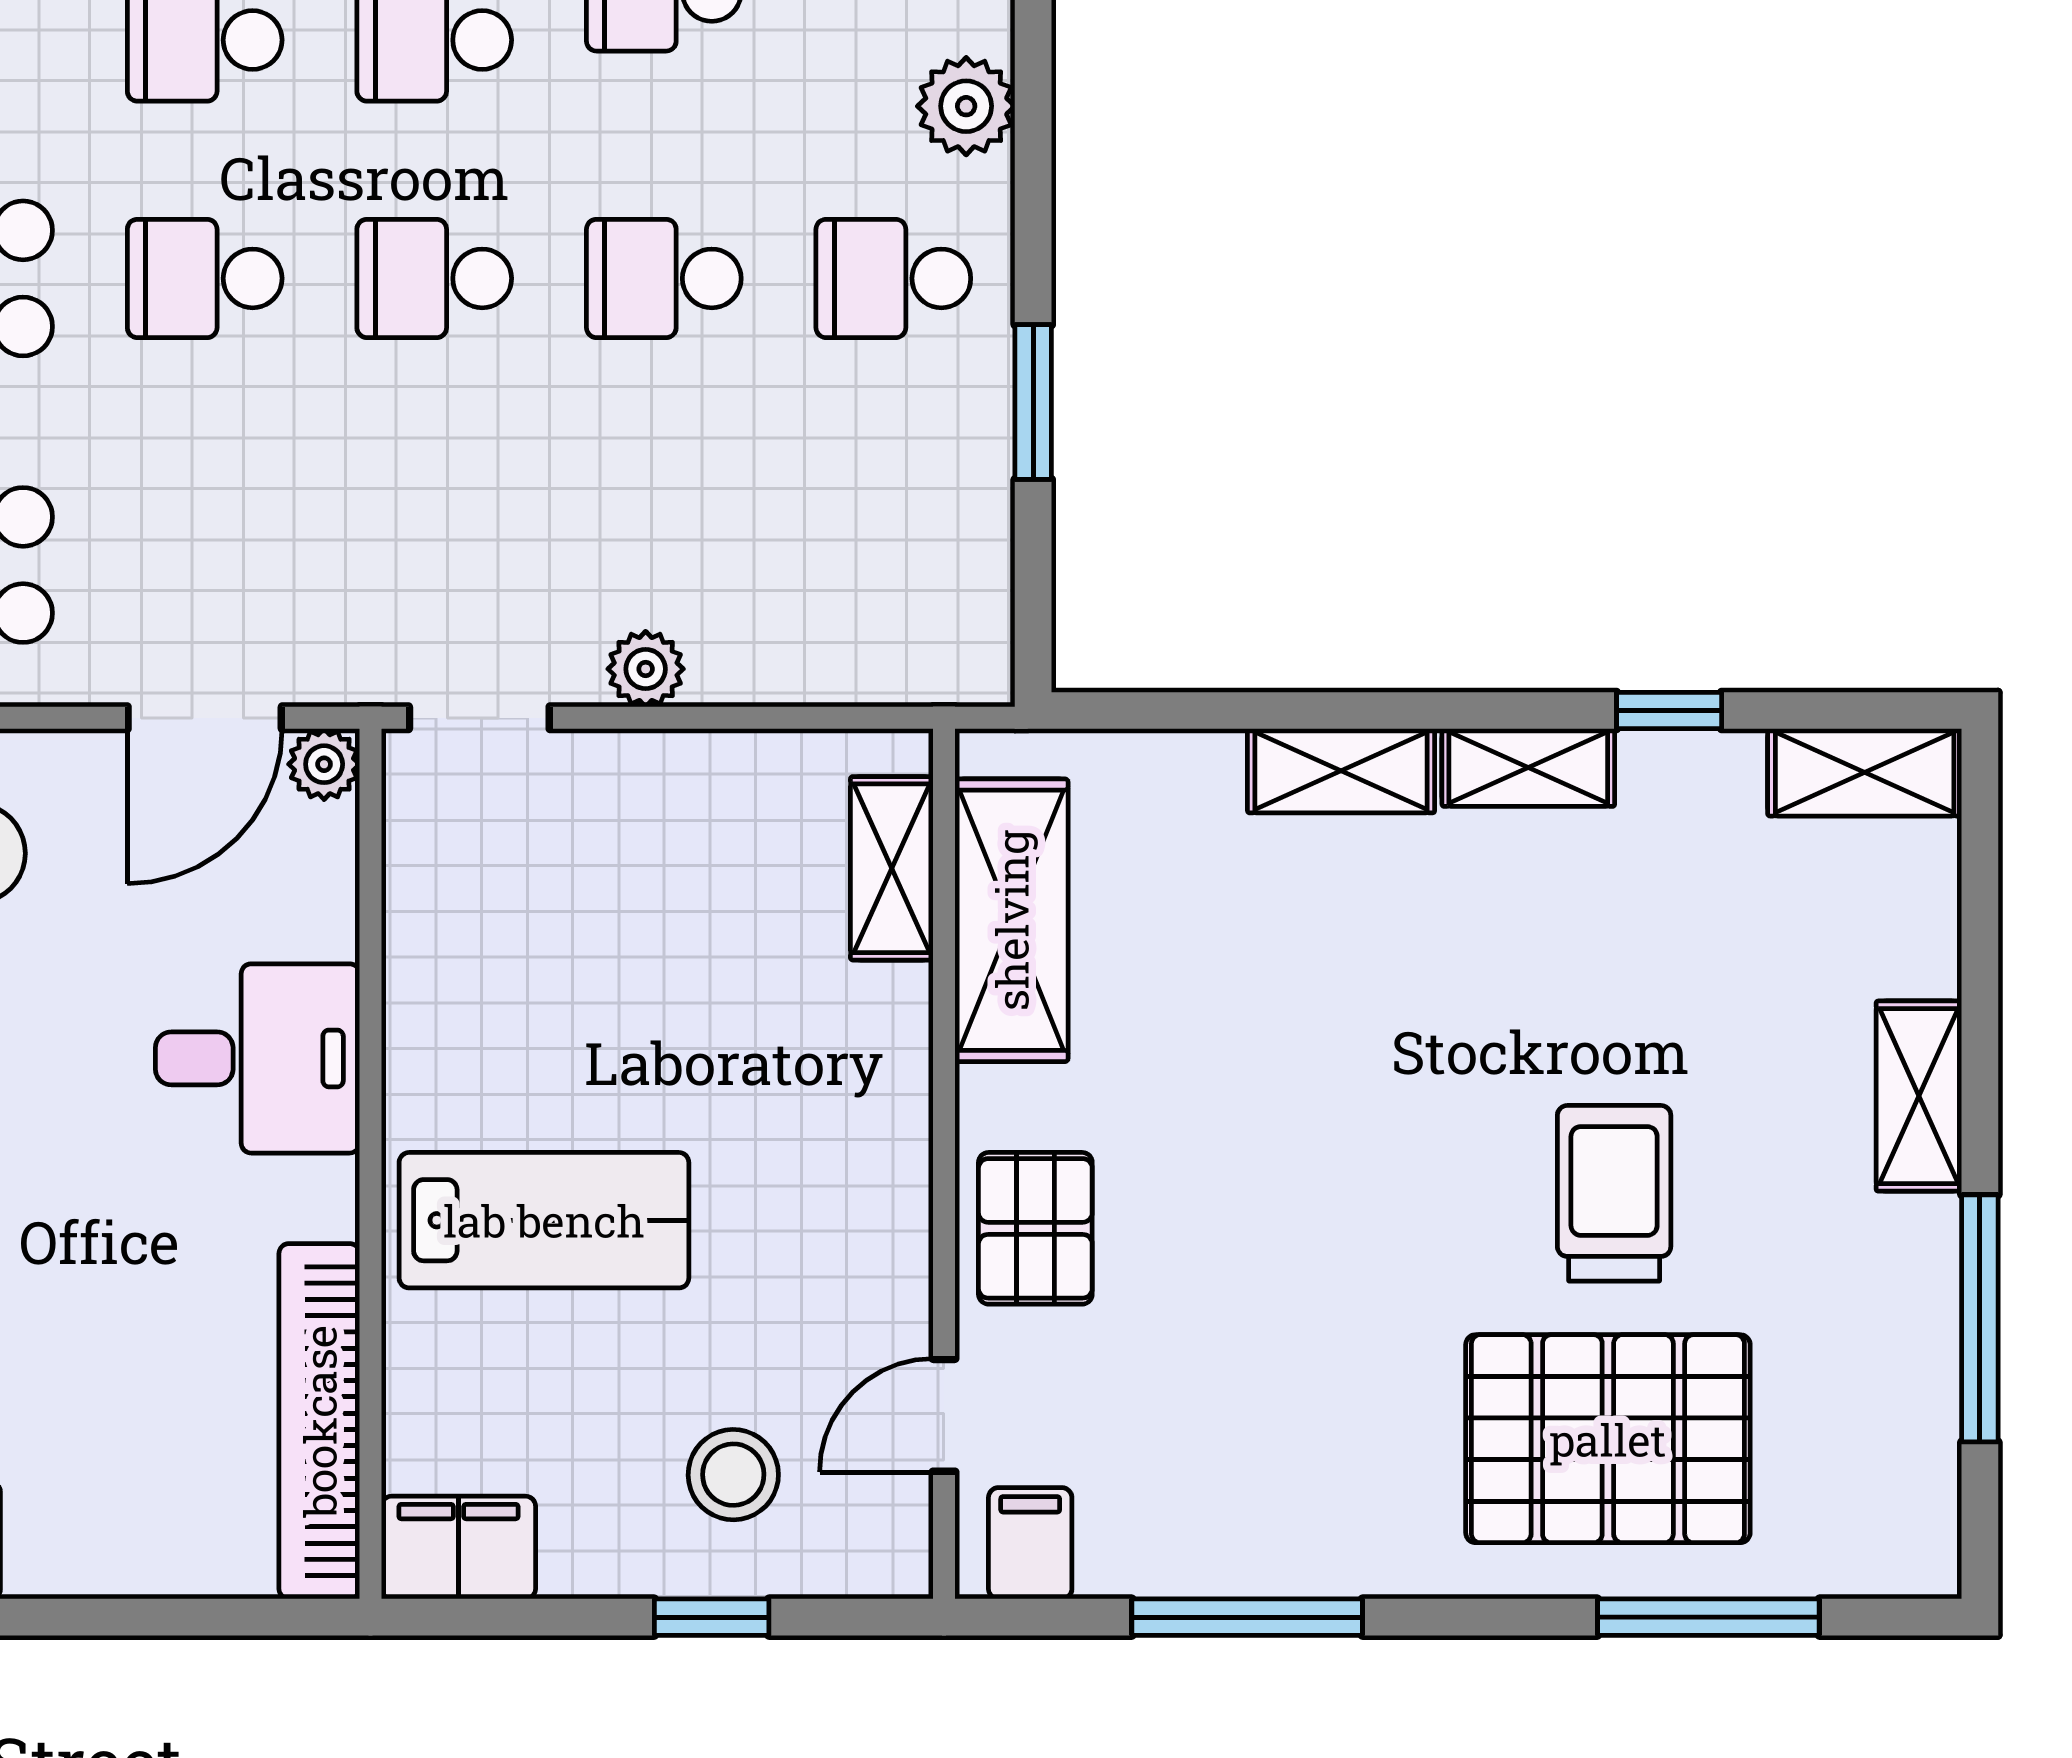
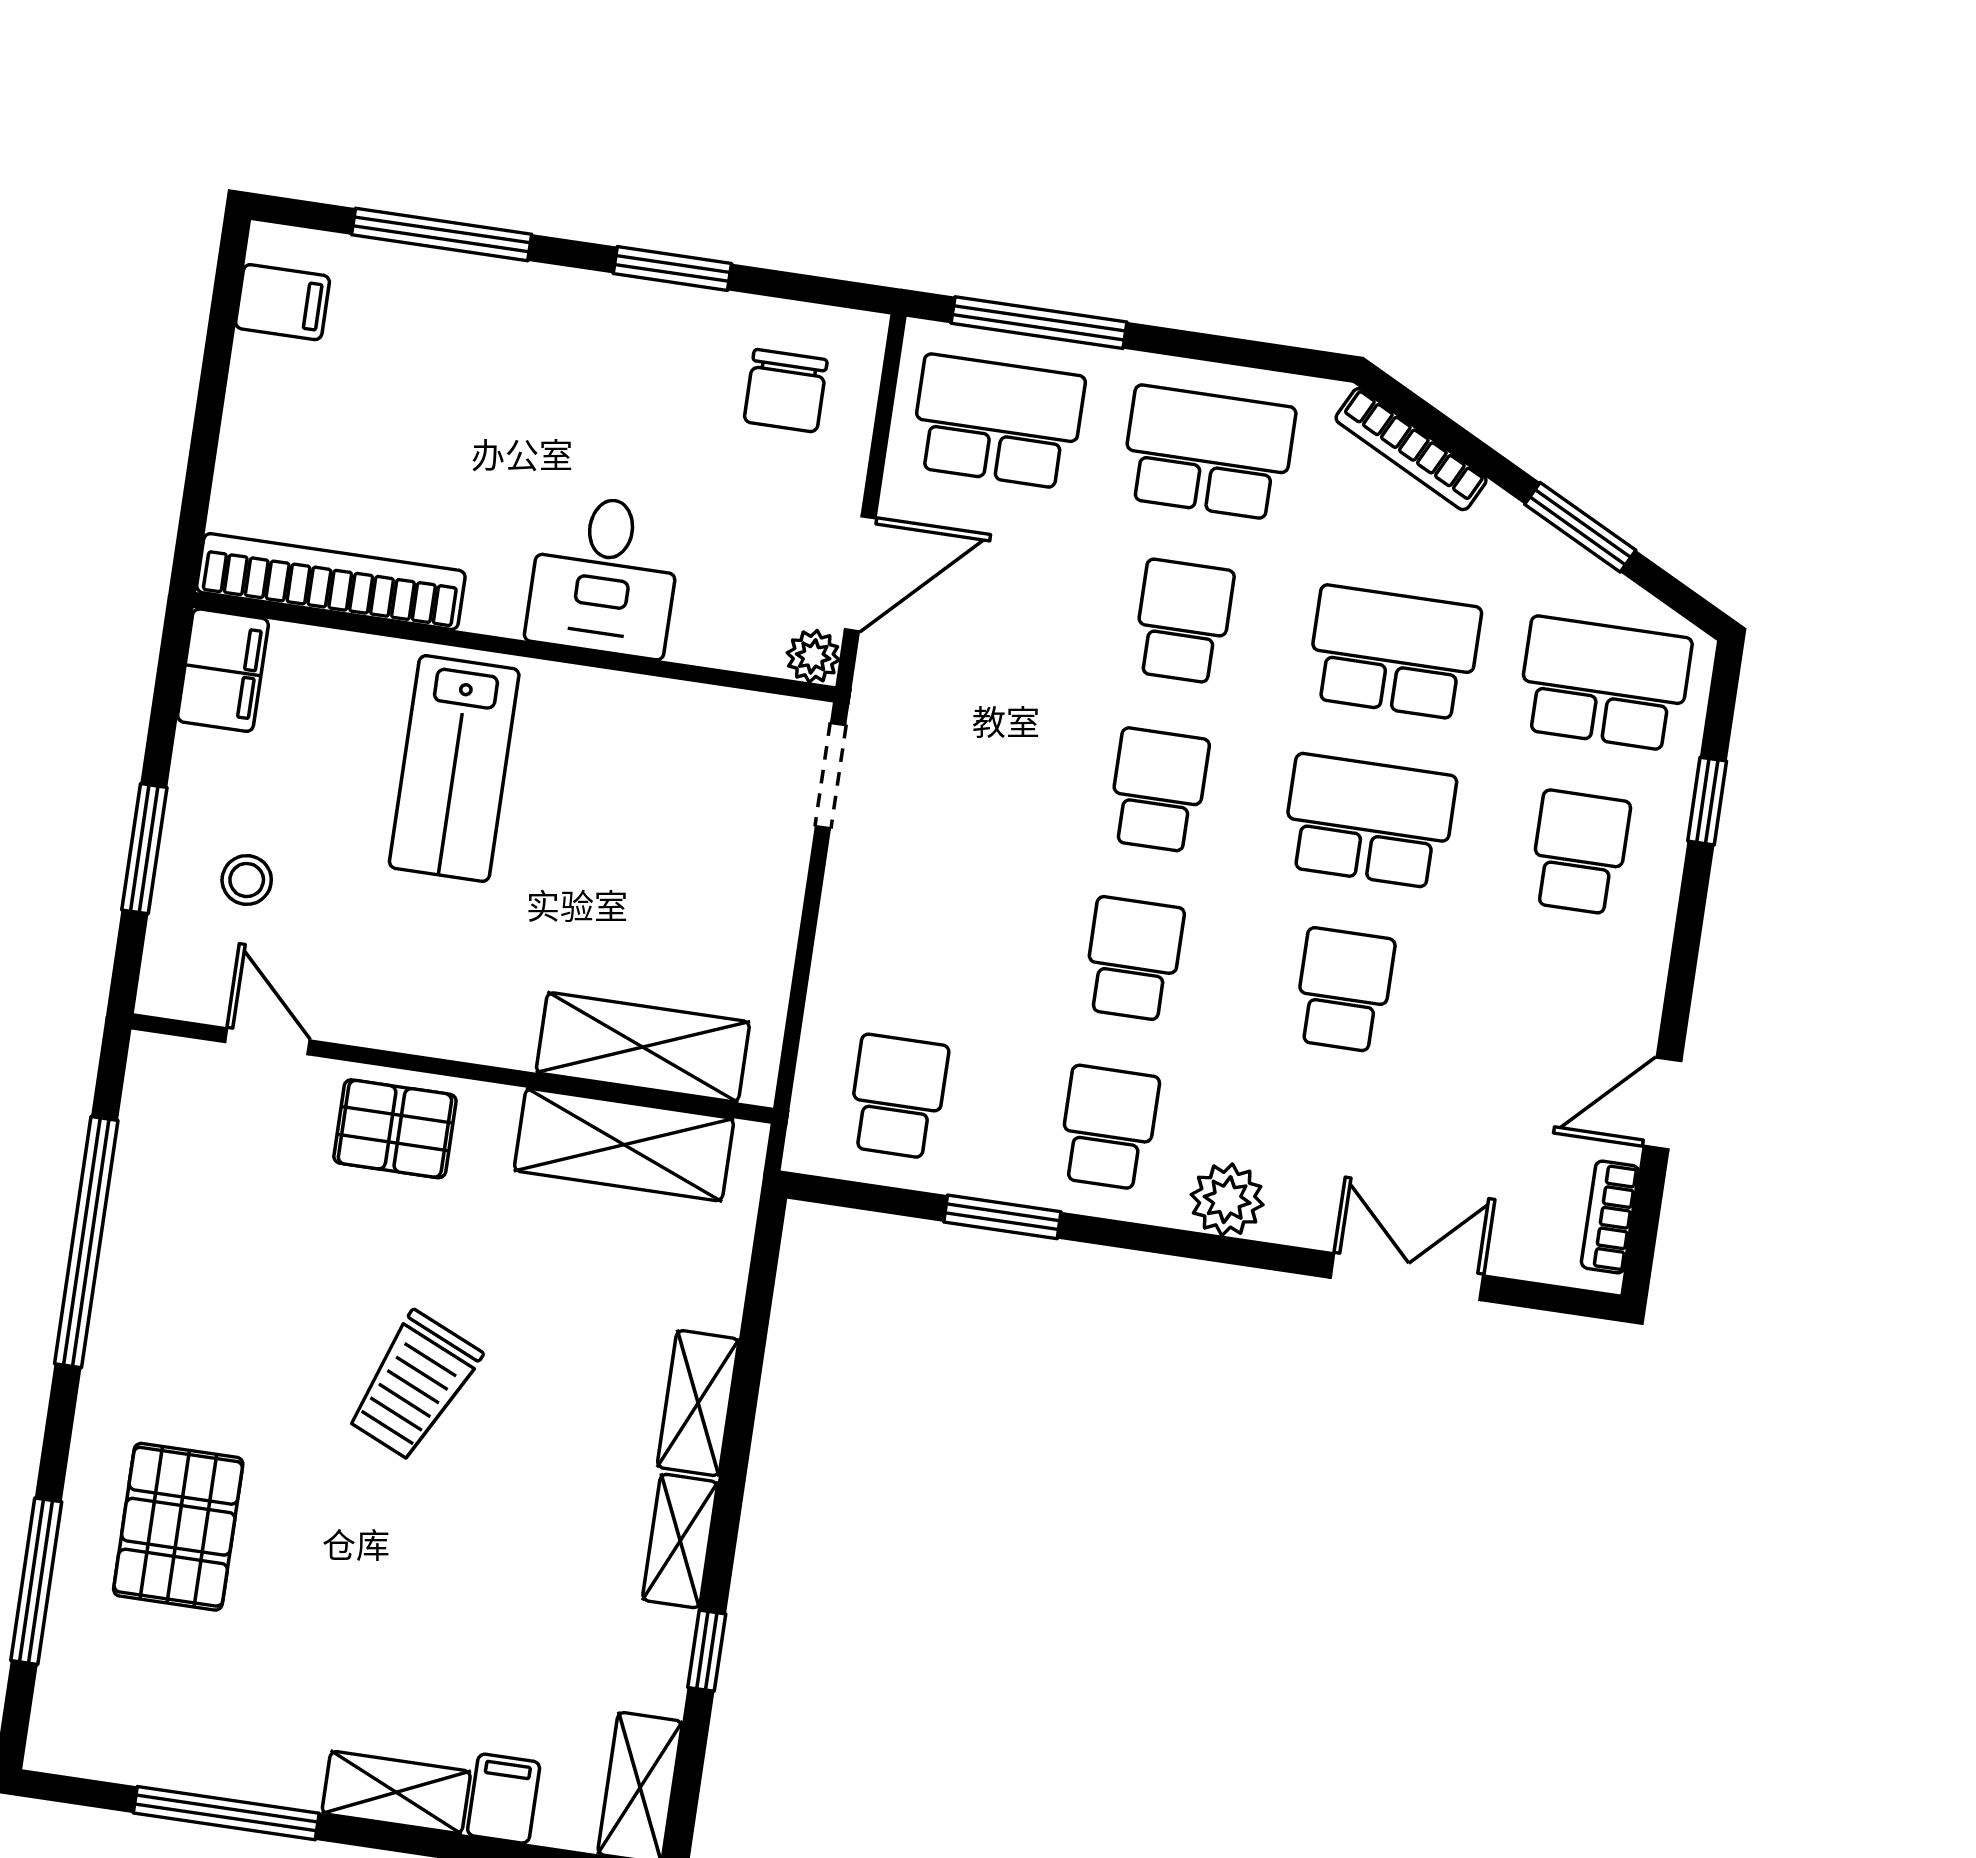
school desk: (893, 565) -> (898, 1096), added
plant: (646, 669) -> (848, 903), removed
door: (205, 718) -> (860, 574), swing flipped
shelving: (892, 868) -> (643, 1047), width x1.50, depth x1.33
trolley: (1614, 1193) -> (414, 1386), moved, turned 114
pallet: (1608, 1439) -> (178, 1527), width x0.73, depth x0.71
stool: (733, 1475) -> (247, 880), width x0.73, depth x0.73
filing cabinet: (1030, 1543) -> (504, 1799), moved, turned -90
window: (712, 1617) -> (144, 849), width x1.50
window: (1247, 1617) -> (86, 1242), width x1.46

